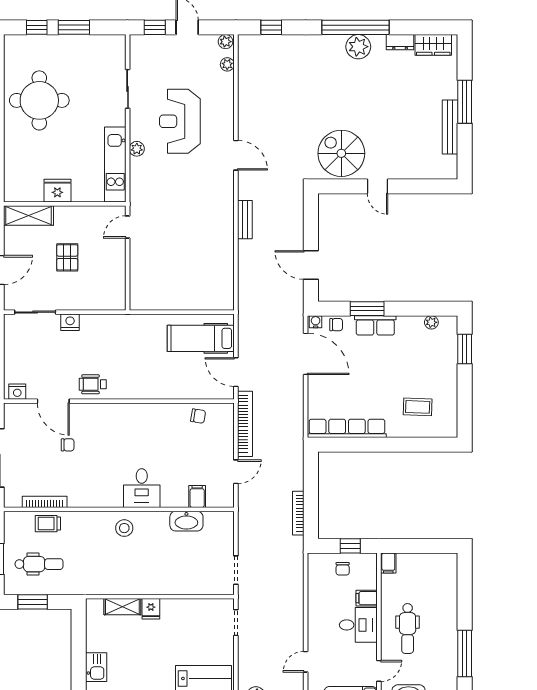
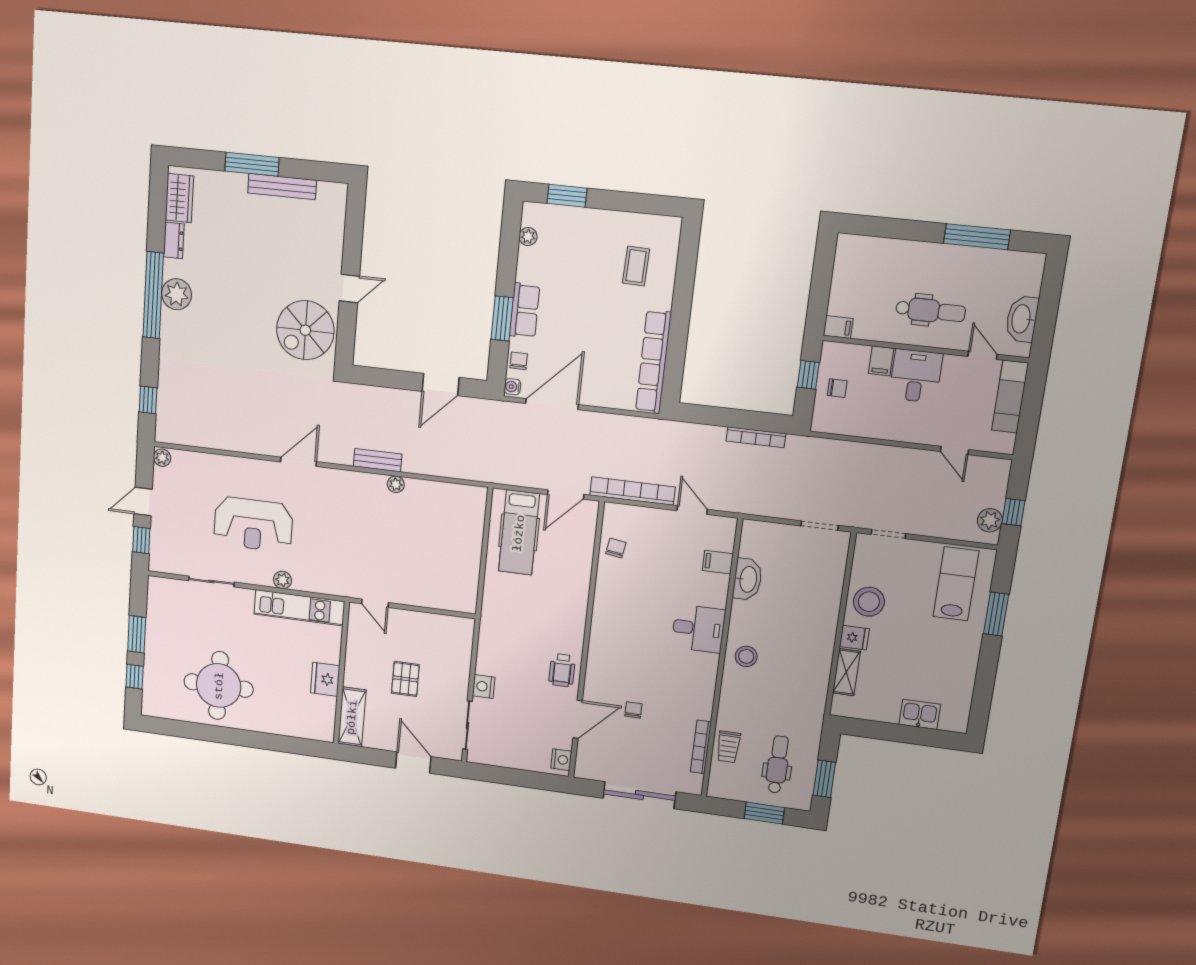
plant: (227, 64) -> (396, 484), moved
pallet: (67, 257) -> (405, 679), turned 90
stool: (181, 616) -> (869, 602), added

